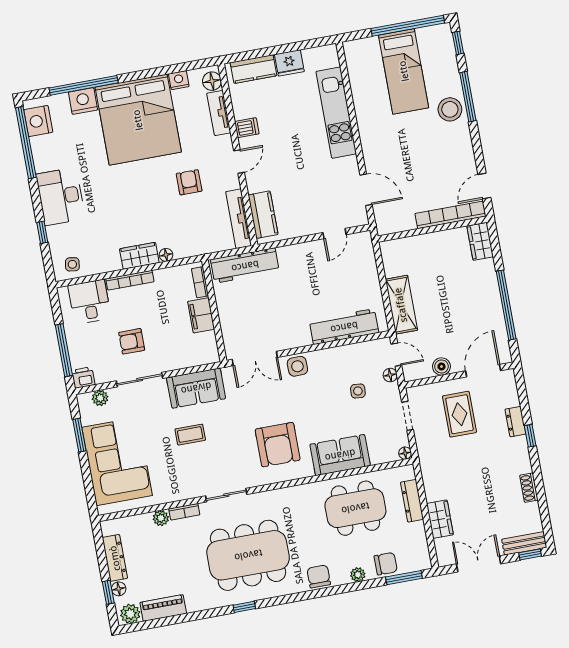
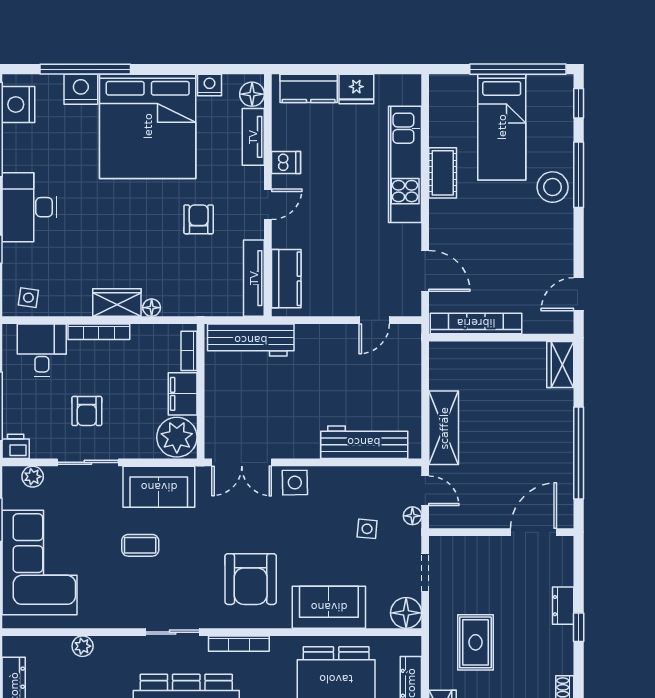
cot: (366, 114) -> (443, 173), added
bookcase: (450, 215) -> (476, 323), moved
armchair: (132, 341) -> (87, 411), turned -90
plant: (203, 349) -> (177, 437), added
boiler: (441, 366) -> (481, 517), removed
rug: (459, 414) -> (476, 642), moved
floor lamp: (405, 453) -> (406, 613), width x1.89, depth x1.89
bookcase: (184, 512) -> (239, 644), moved, width x1.56

